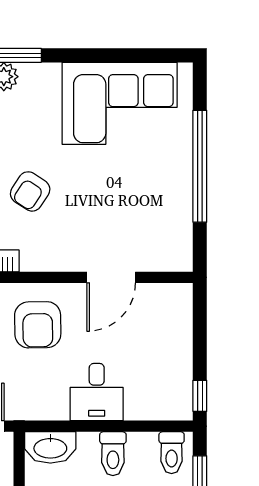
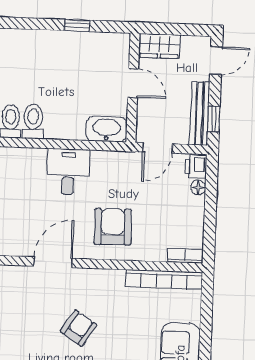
armchair: (30, 191) -> (79, 328), moved
toilet: (113, 454) -> (33, 121), moved

